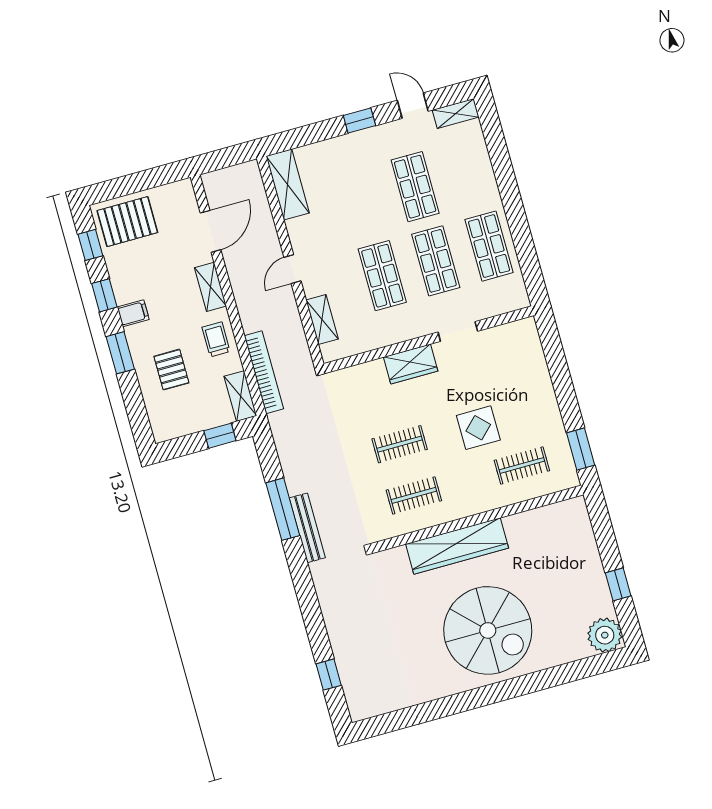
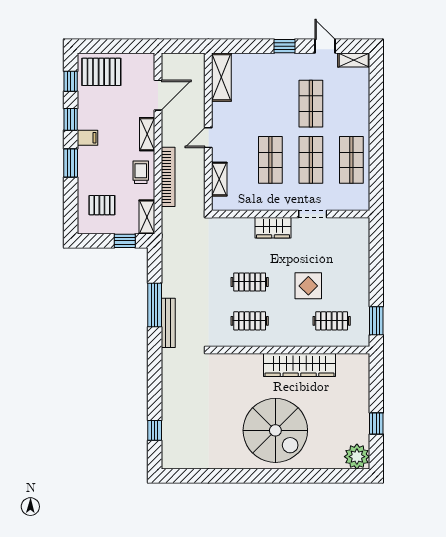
pallet: (171, 370) -> (102, 205), moved, turned 90
bookcase: (264, 372) -> (168, 177), moved
wardrobe: (457, 546) -> (300, 365), moved

